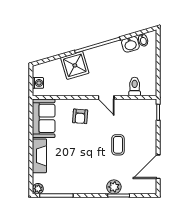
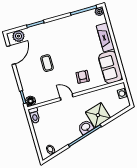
washbasin: (130, 44) -> (86, 127), moved
toilet: (135, 87) -> (34, 116), moved
floor lamp: (151, 105) -> (31, 101), added
plant: (114, 187) -> (18, 36), moved

